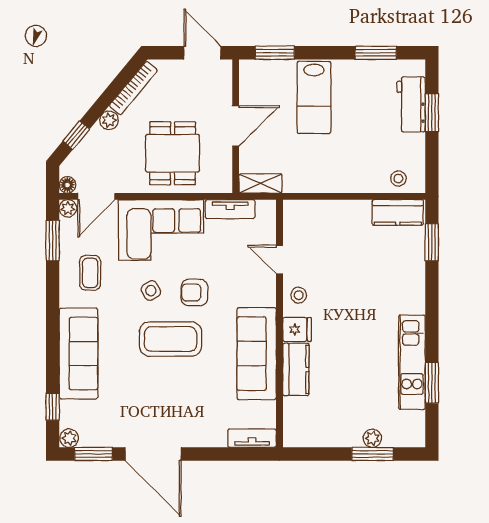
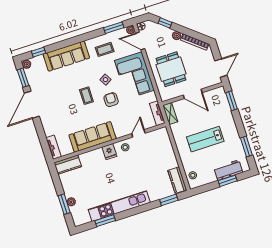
lab bench: (314, 97) -> (205, 139), moved
dining table: (173, 153) -> (171, 69), turned 90
tv unit: (230, 209) -> (157, 113), moved
coffee table: (170, 339) -> (86, 96), width x0.54, depth x0.58
kitchen unit: (412, 362) -> (119, 206), width x1.36
kitchen counter: (296, 369) -> (68, 165), moved

